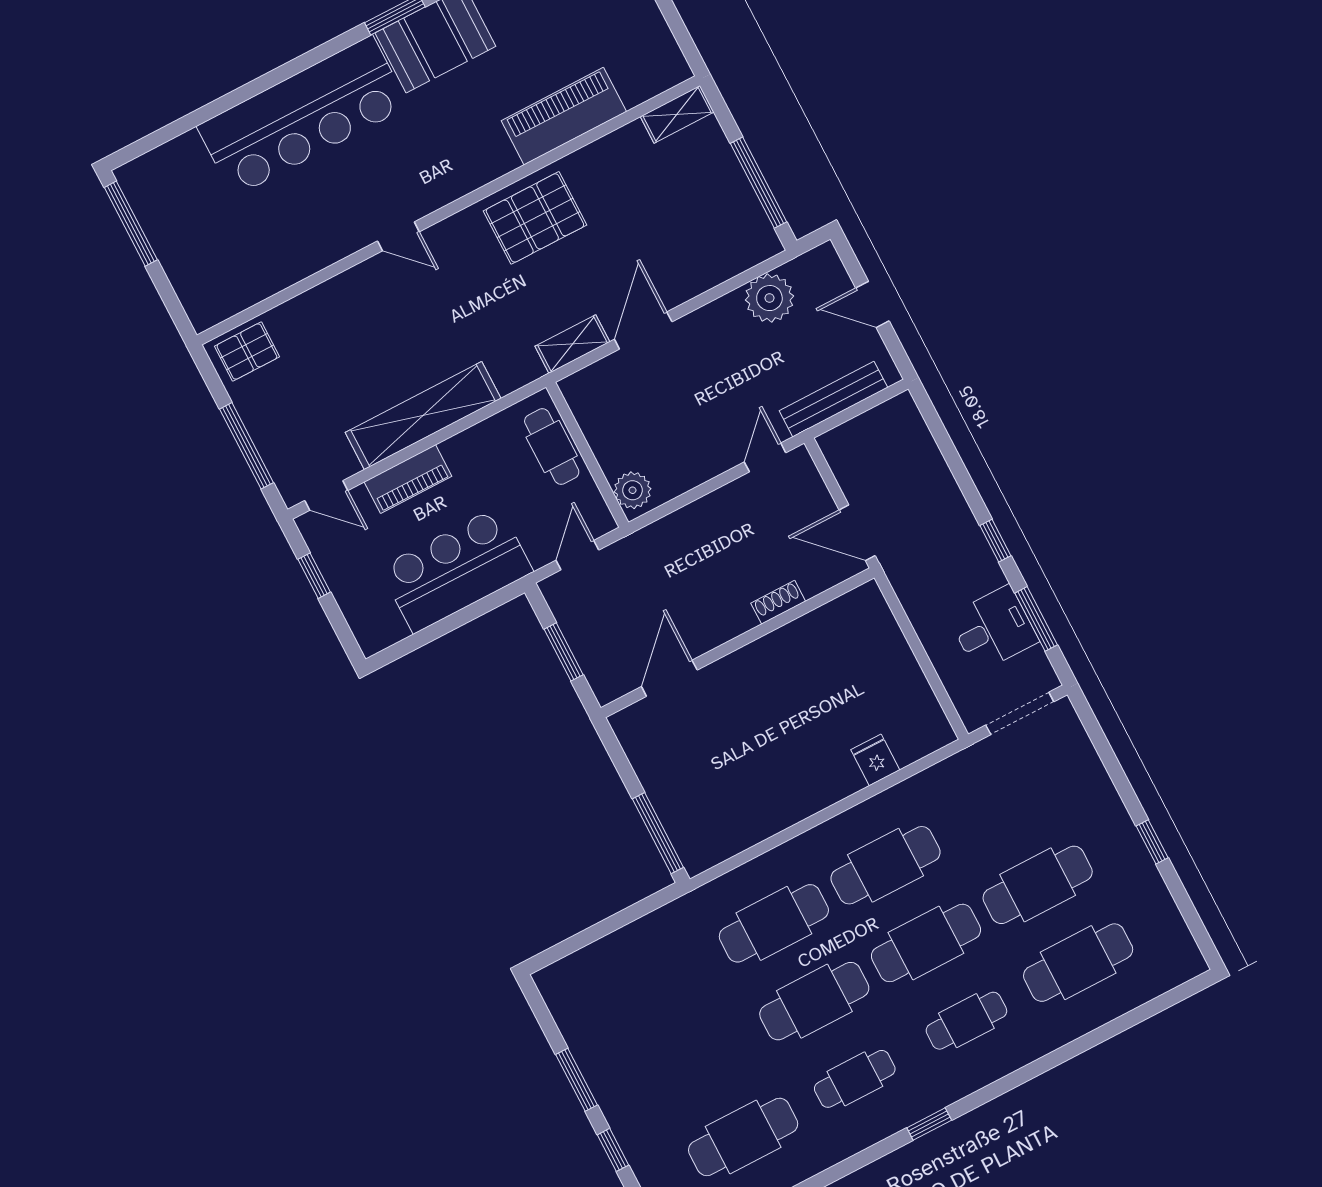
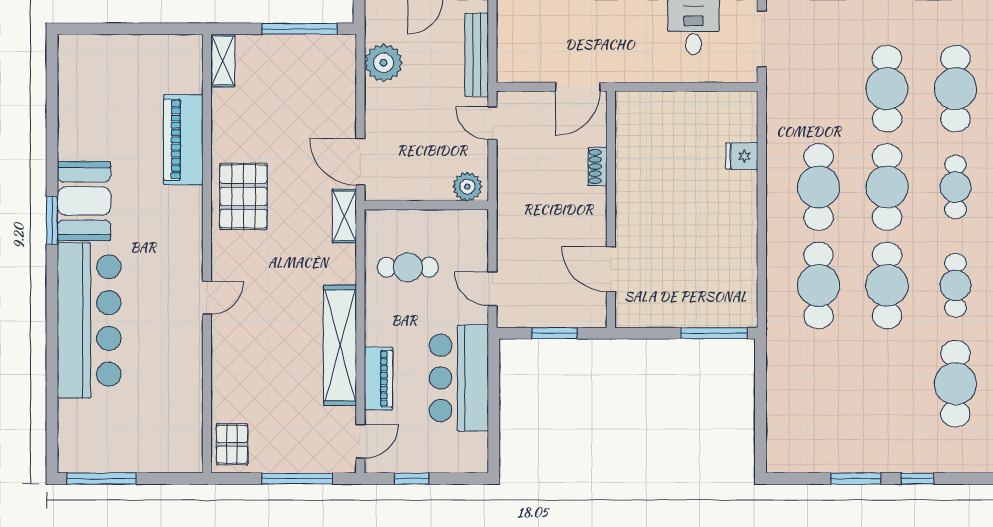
wall: (587, 455) -> (426, 205), moved
plant: (633, 490) -> (467, 187), moved

